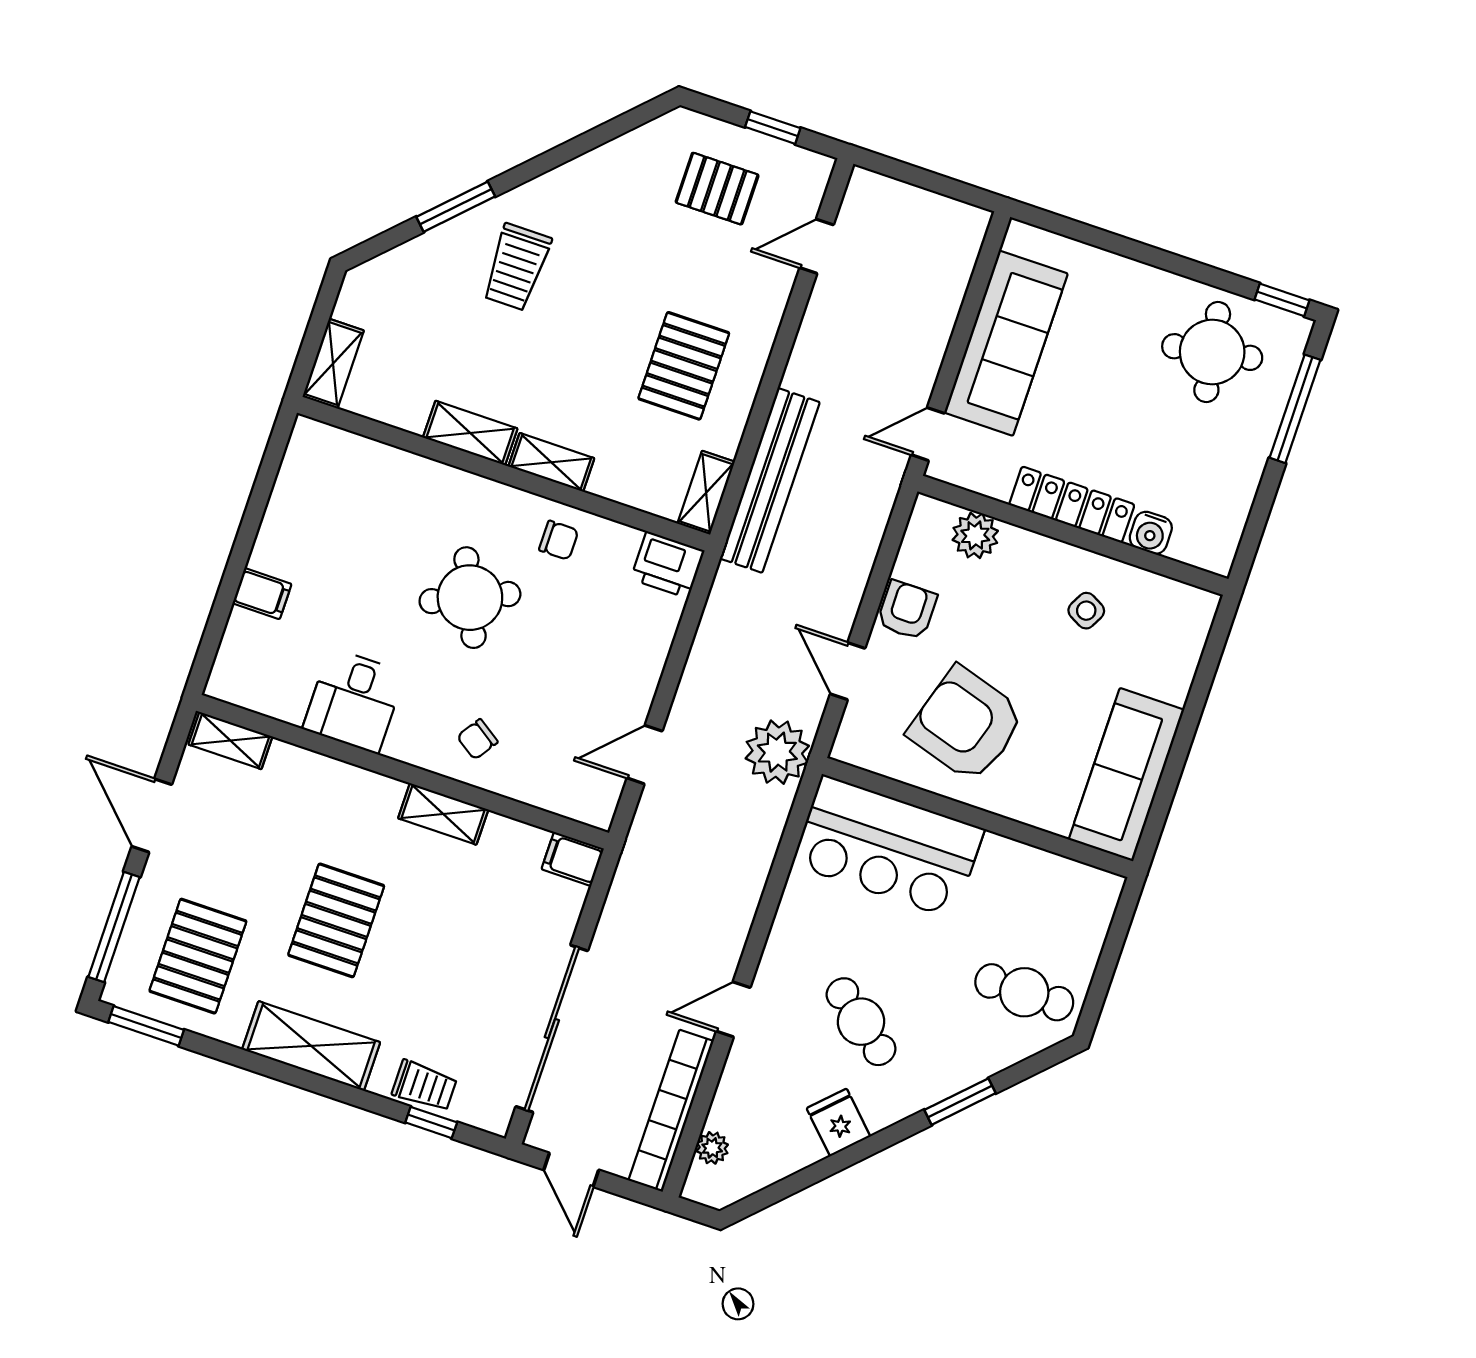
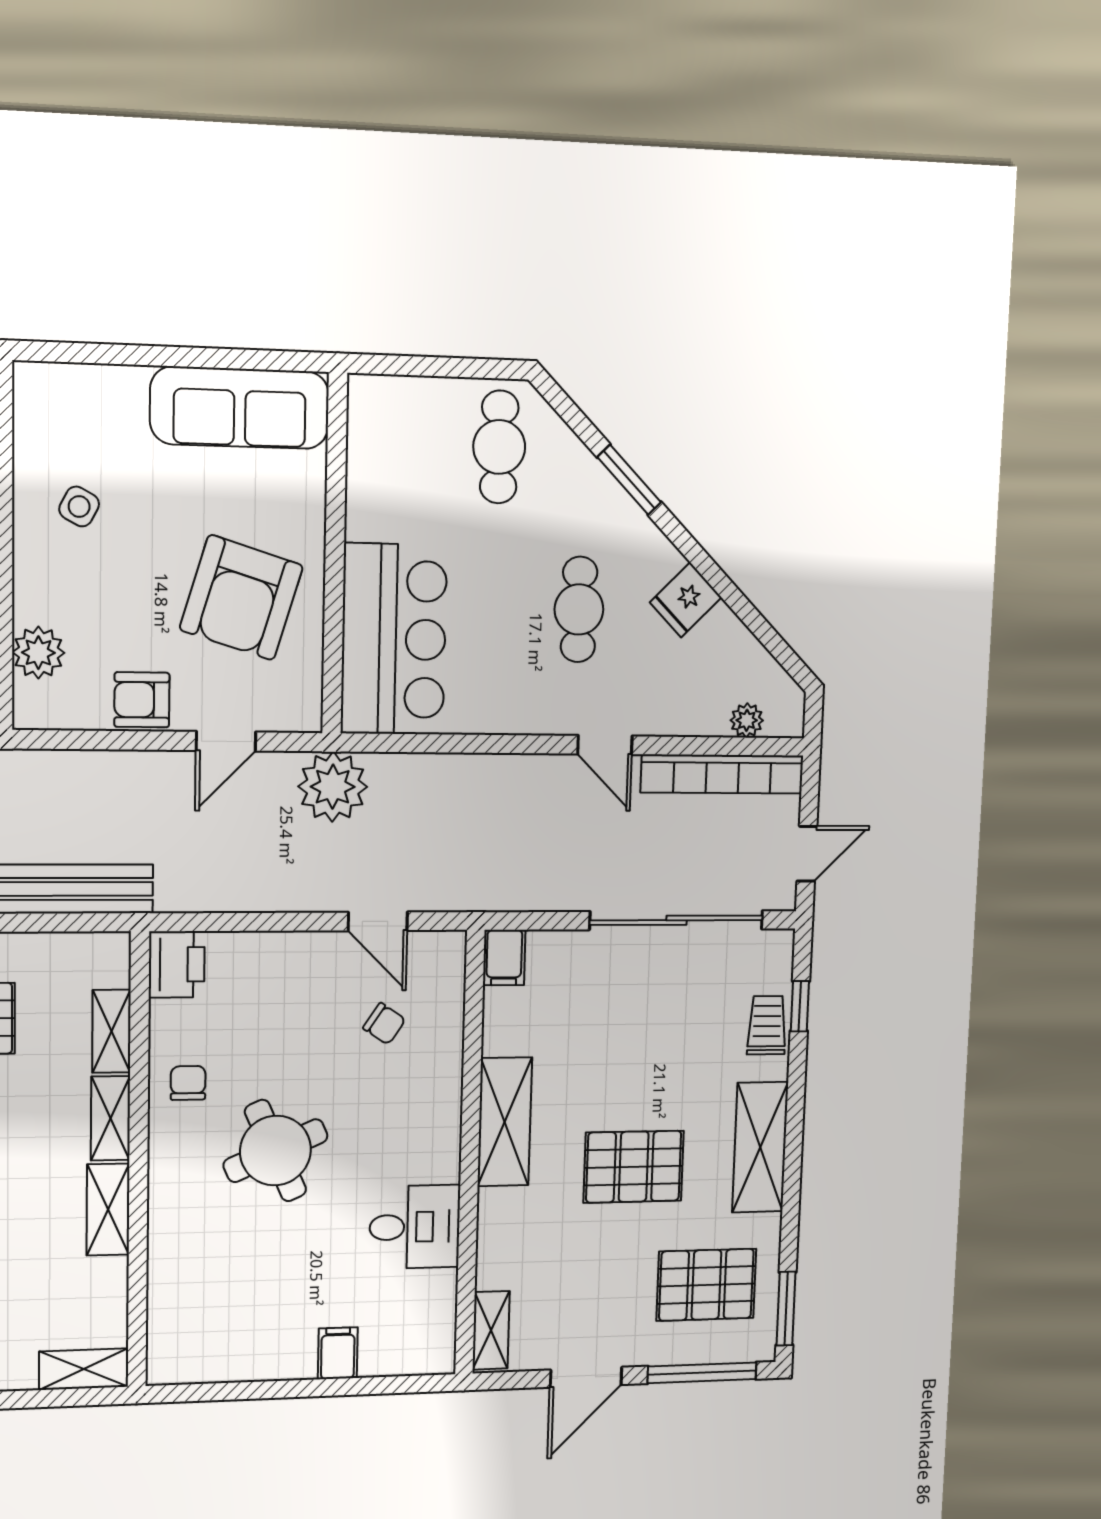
shelving: (706, 493) -> (111, 1031), moved, turned 90
chair: (477, 739) -> (384, 1024), moved
shelving: (443, 814) -> (505, 1122), width x1.50, depth x1.33
cafe table: (861, 1022) -> (579, 609), turned -38

